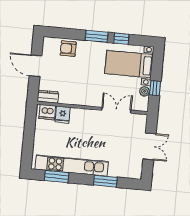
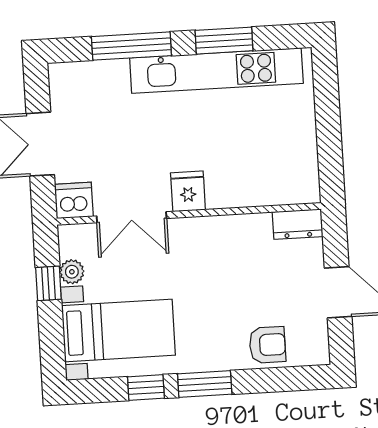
dishwasher: (47, 112) -> (74, 200), moved
fridge: (63, 115) -> (188, 191), moved
window: (57, 177) -> (224, 41), moved
window: (105, 181) -> (131, 46), width x1.44

